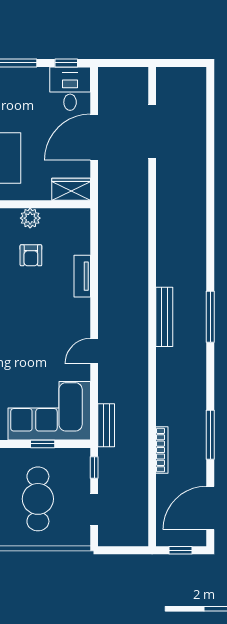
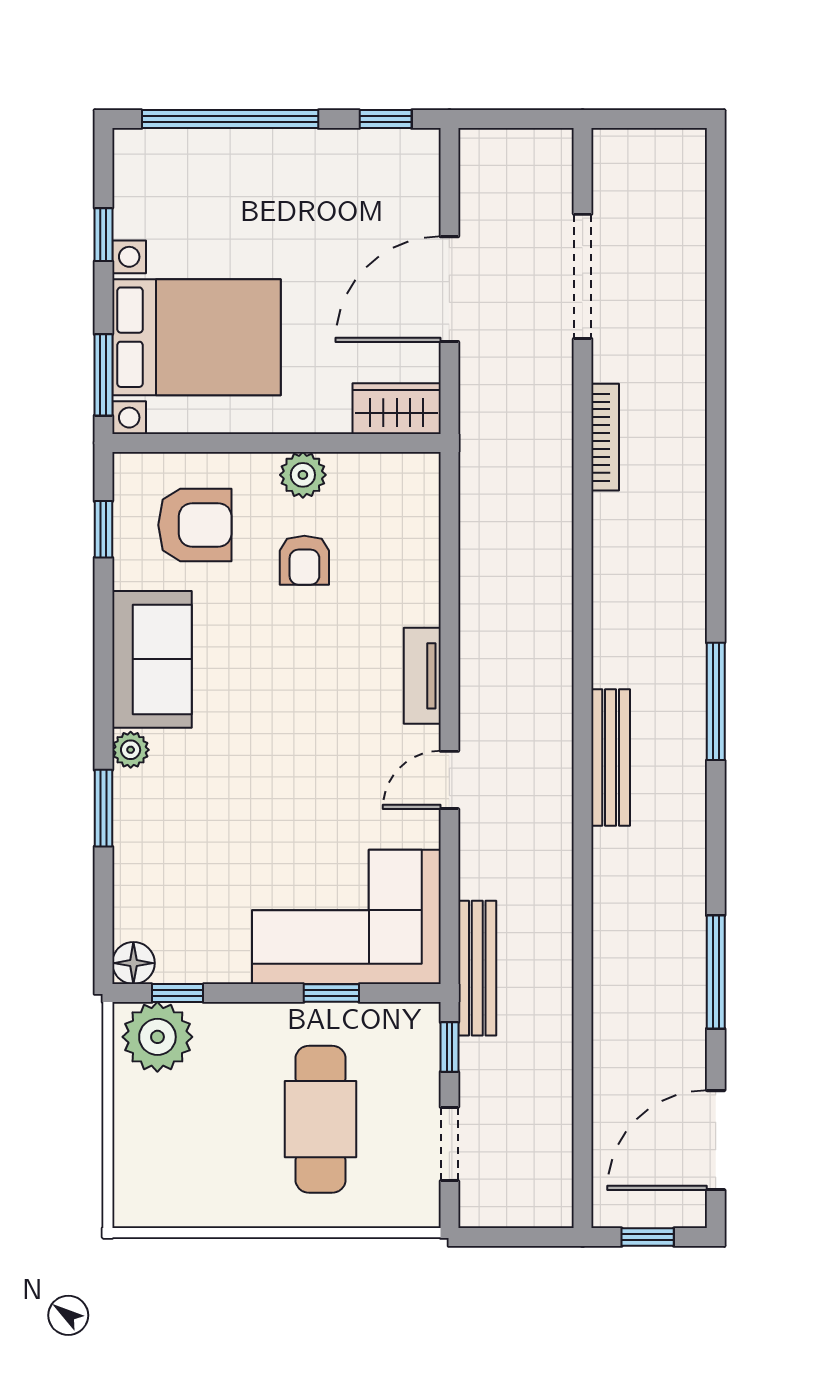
desk: (70, 89) -> (394, 178), removed
tv unit: (82, 276) -> (422, 676), moved
bench: (164, 317) -> (611, 758), moved
bench: (106, 425) -> (477, 968), width x1.36
bookcase: (162, 450) -> (605, 437), moved

